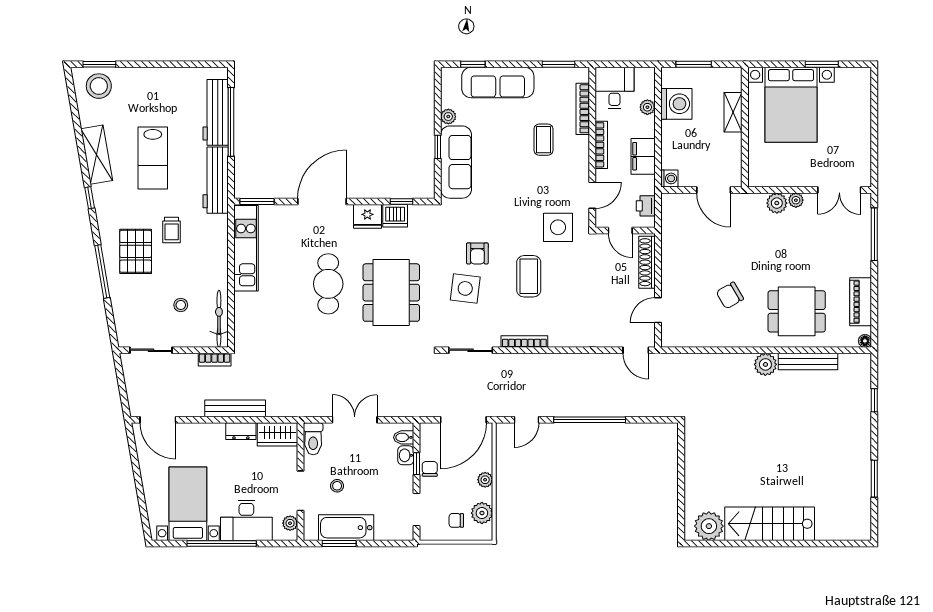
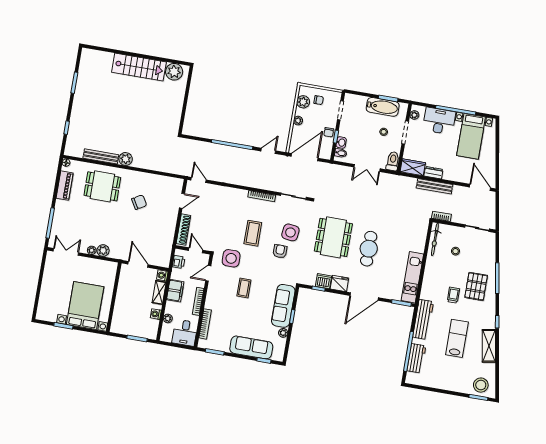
washing machine: (676, 104) -> (156, 314), width x0.53, depth x0.53
workbench: (216, 112) -> (416, 358), width x0.73
shelving: (733, 112) -> (159, 292), moved
coffee table: (544, 140) -> (244, 288), moved

